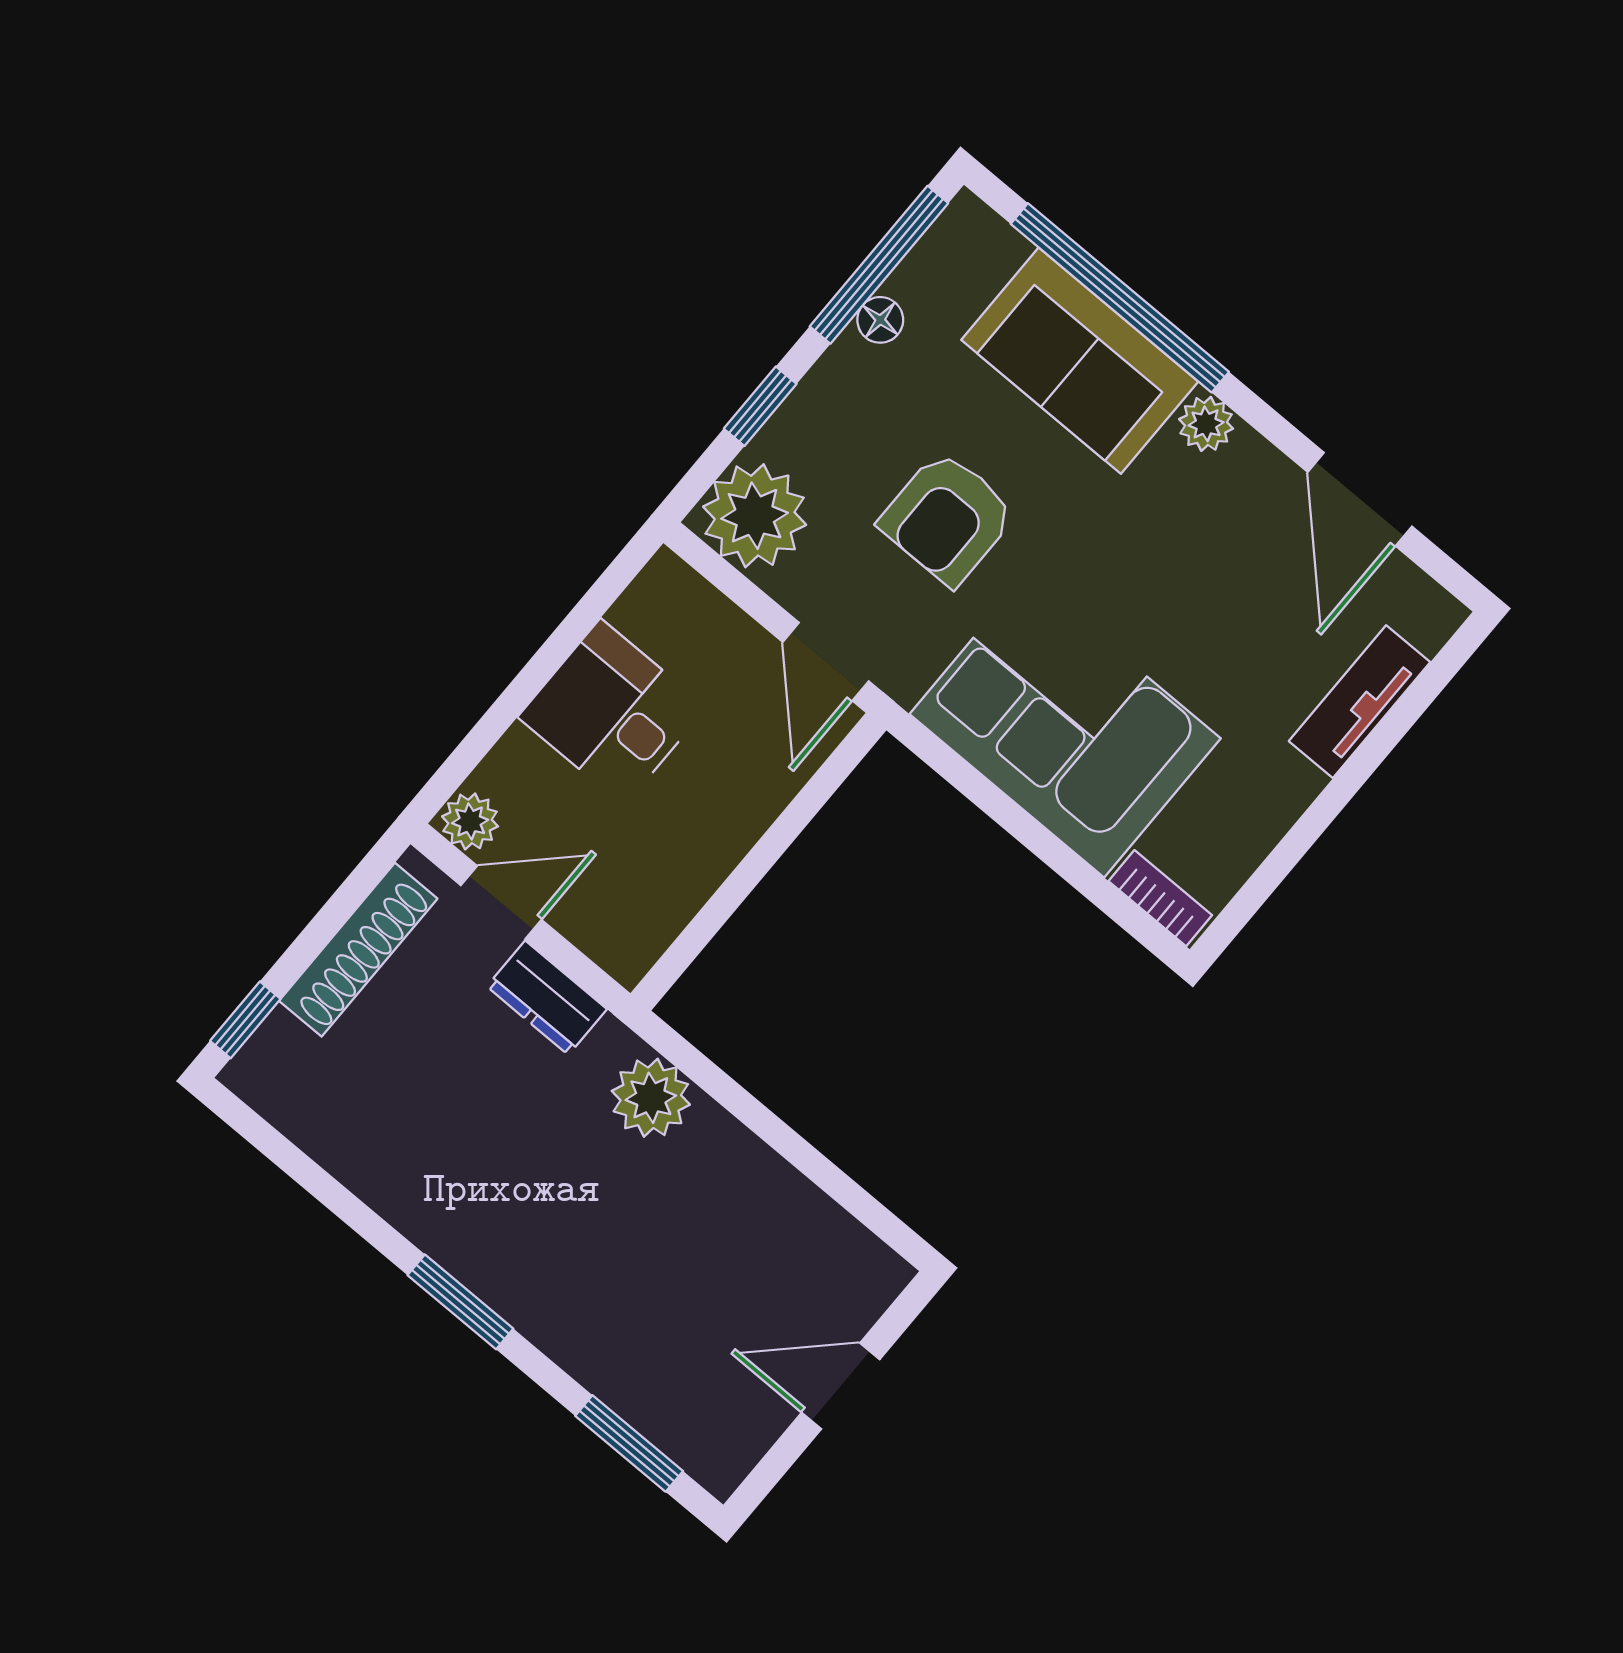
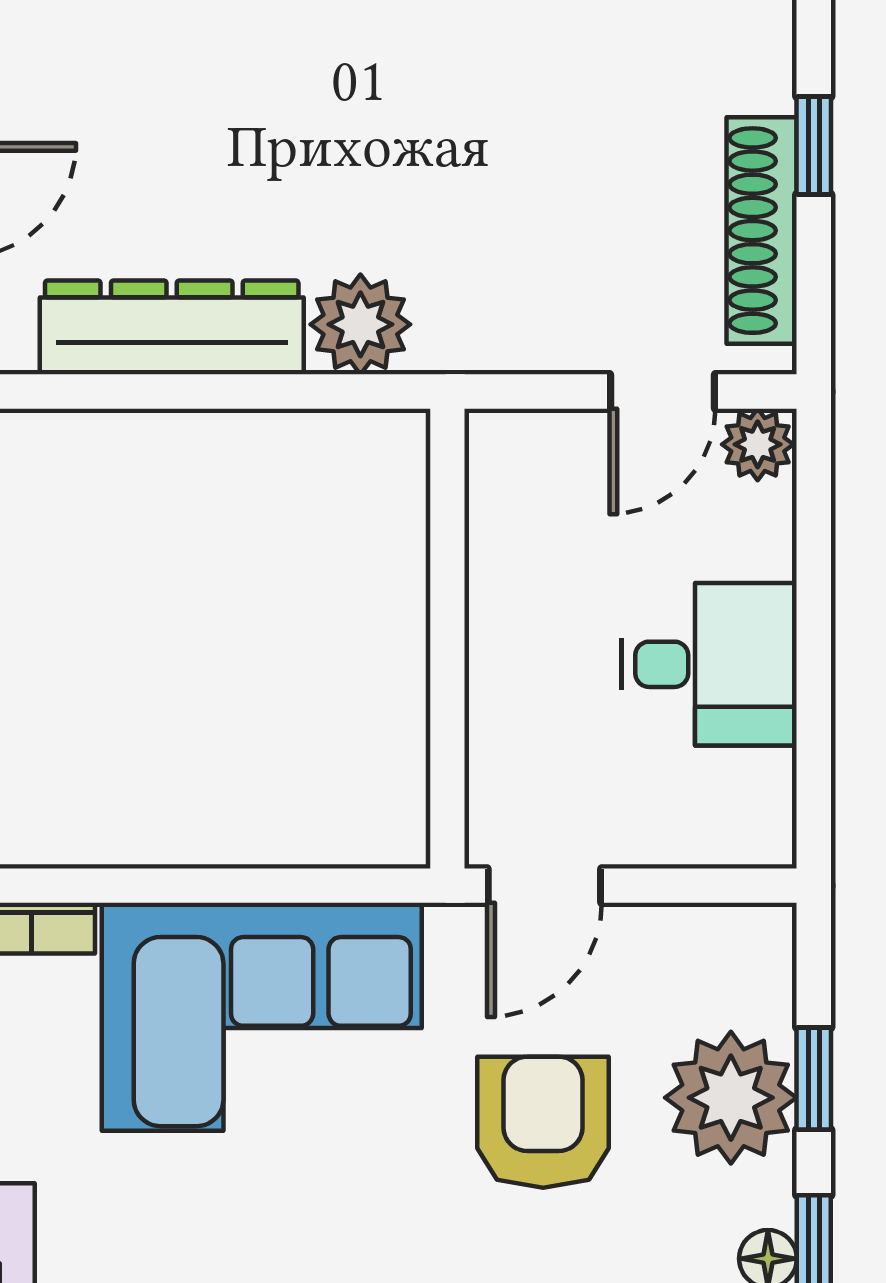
plant: (755, 516) -> (731, 1098), moved
door: (826, 662) -> (544, 886), swing flipped
dresser: (547, 998) -> (172, 327), moved, width x1.96, depth x1.24
window: (245, 1020) -> (814, 146), moved

